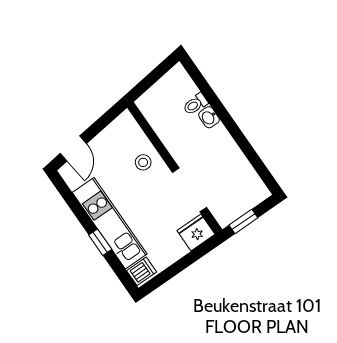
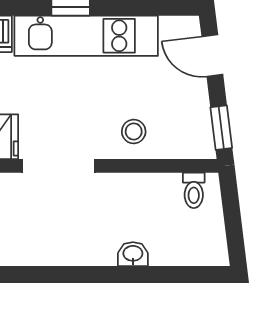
toilet: (195, 104) -> (194, 190), moved, turned 180
window: (109, 117) -> (221, 128), added

